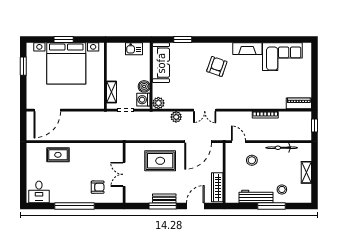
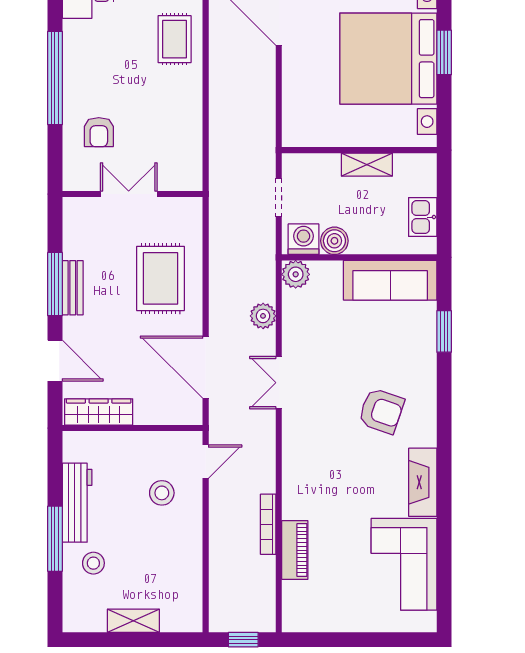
shelving: (112, 92) -> (367, 165), moved
piano: (299, 103) -> (295, 550), moved
bicycle: (282, 148) -> (191, 563), removed

